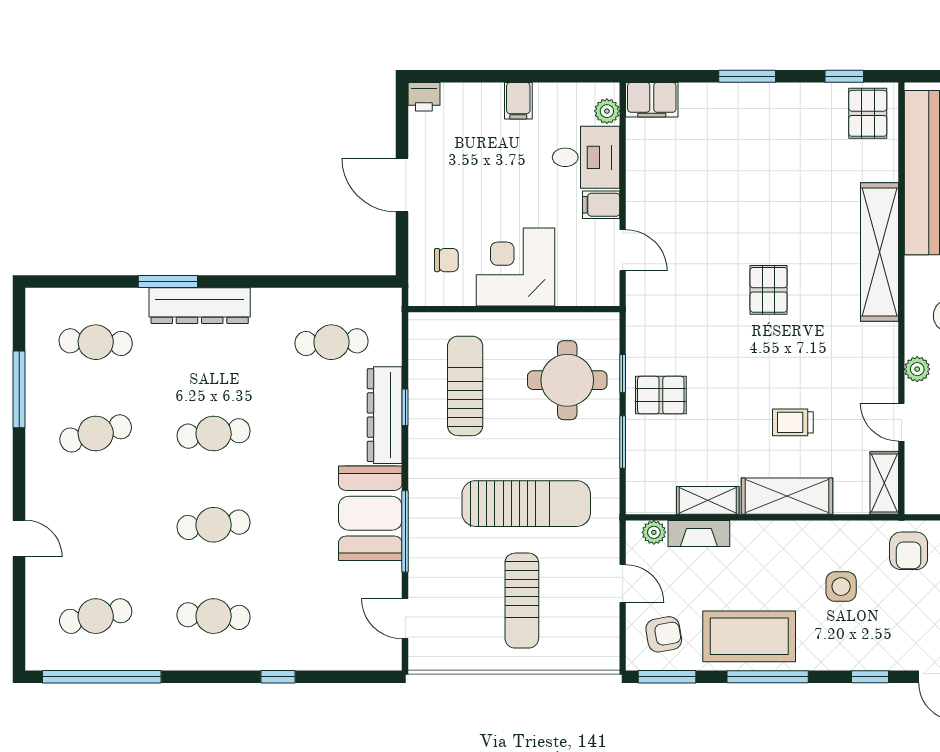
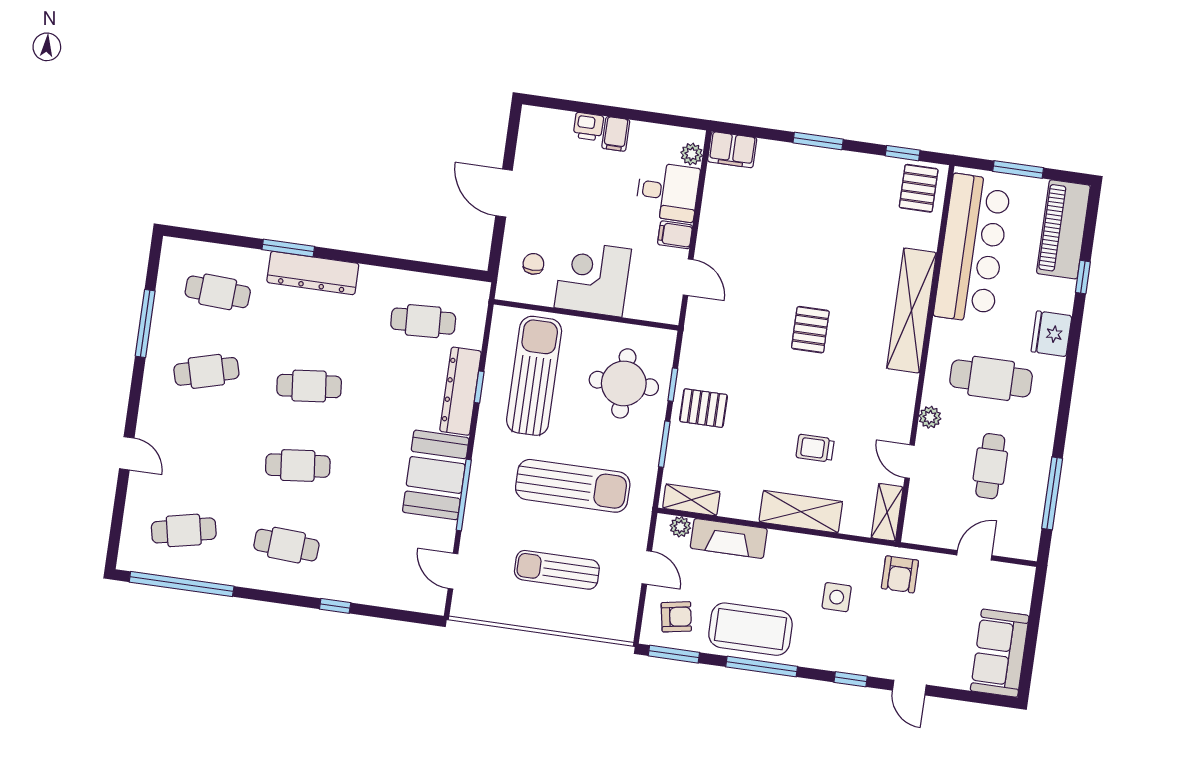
printer: (424, 97) -> (588, 127), moved
chair: (446, 260) -> (533, 264), turned -90
sun lounger: (465, 386) -> (534, 376), width x1.36, depth x1.34
shelving: (708, 500) -> (691, 500), moved
fireplace: (699, 534) -> (729, 538), width x1.37, depth x1.32
sun lounger: (522, 601) -> (557, 570), turned 90

